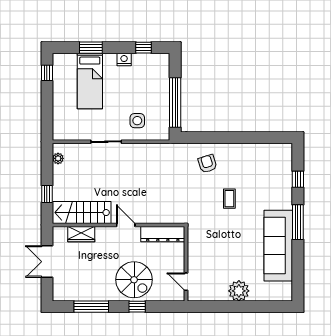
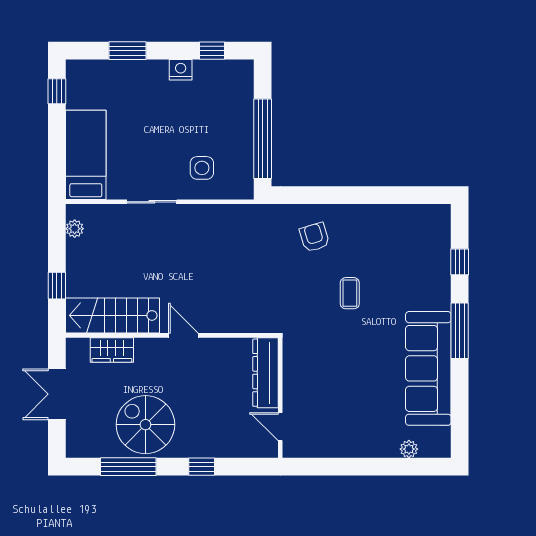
bed: (90, 81) -> (86, 155), moved, turned 180
dresser: (163, 234) -> (265, 373), moved, turned 90
spiral stairs: (134, 280) -> (145, 425), moved, turned 180
plant: (239, 291) -> (409, 449), moved, width x0.53, depth x0.53

